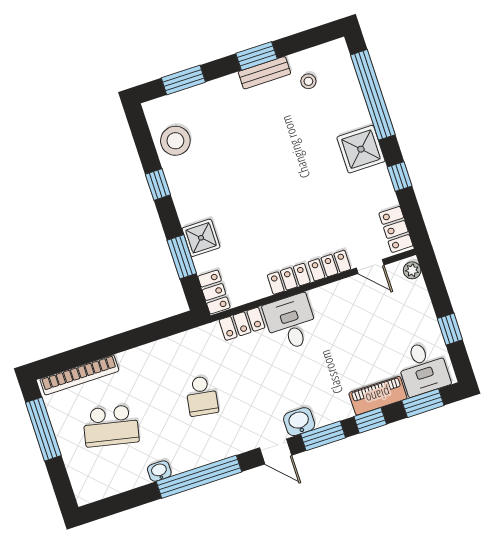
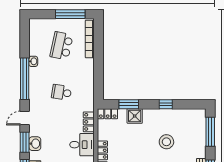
window: (183, 80) -> (210, 132), width x1.44
stool: (175, 141) -> (166, 142), moved
washbasin: (299, 422) -> (35, 144), moved

